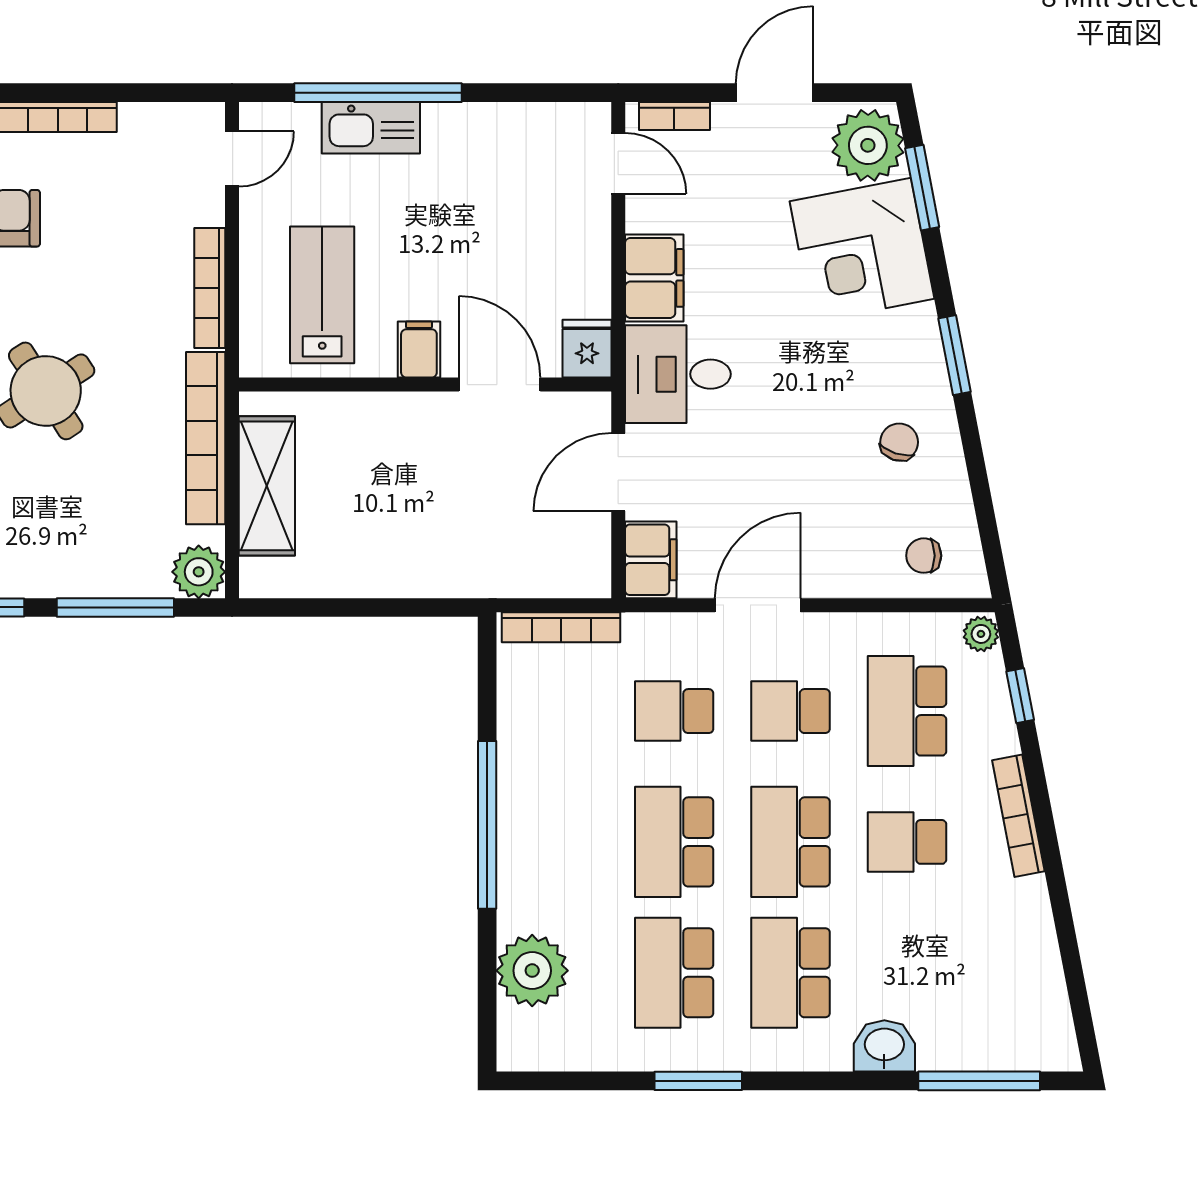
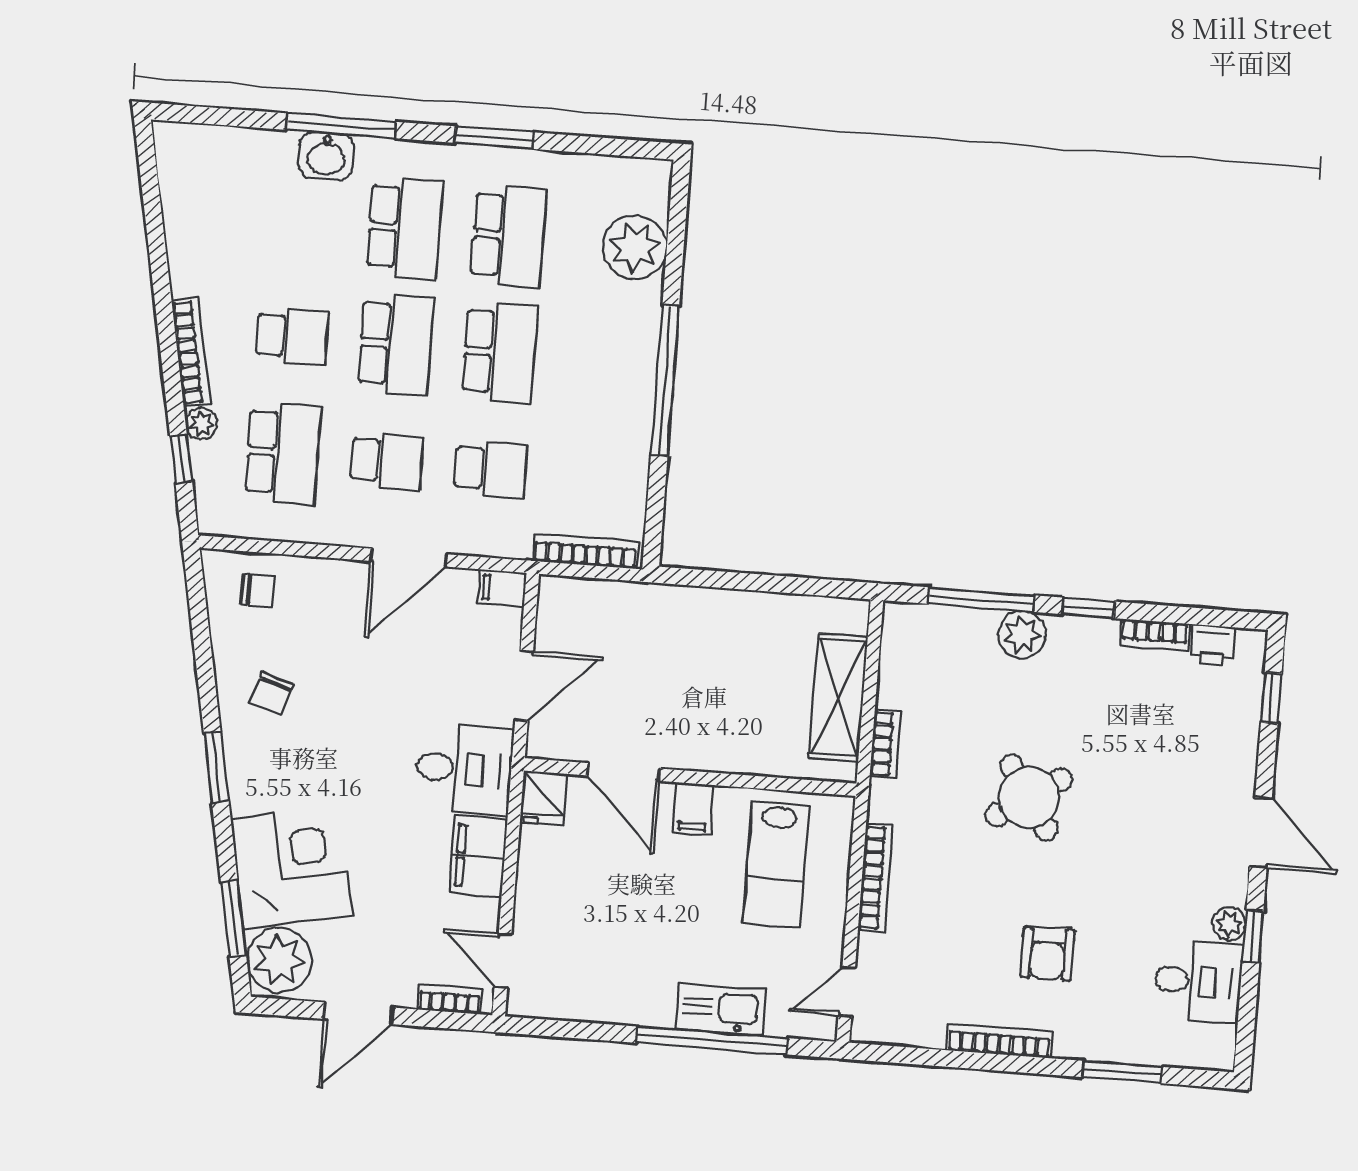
bookcase: (206, 438) -> (885, 744), width x0.43, depth x0.76
filing cabinet: (651, 560) -> (502, 588), width x0.50
plant: (199, 572) -> (1022, 635), moved
plant: (981, 634) -> (201, 424), moved
window: (979, 1081) -> (341, 126), moved

